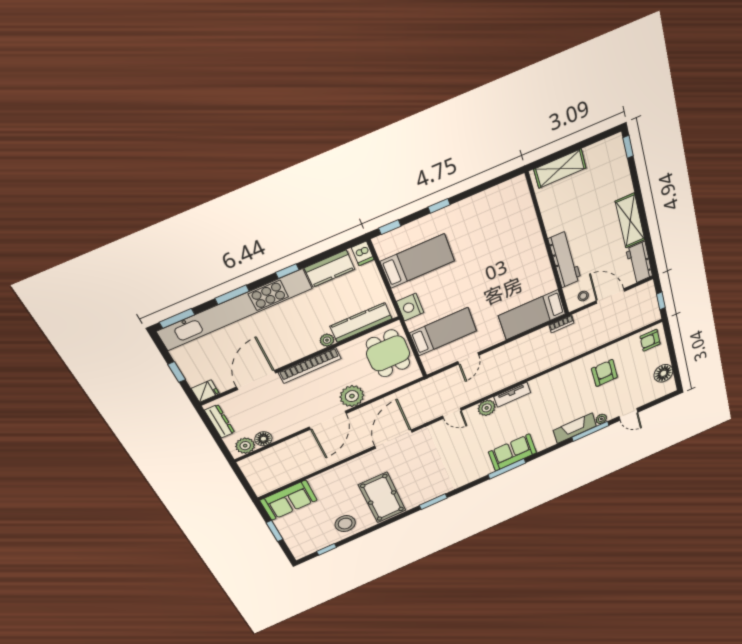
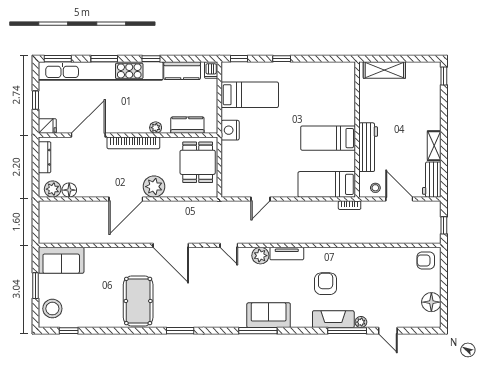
shelving: (630, 221) -> (434, 146), width x0.67, depth x0.75
kitchen counter: (361, 322) -> (187, 125), width x0.67
bed: (443, 332) -> (328, 138), moved, turned 180
armchair: (604, 373) -> (326, 284), moved
door: (393, 439) -> (171, 245), swing flipped
stool: (345, 524) -> (52, 309), moved

